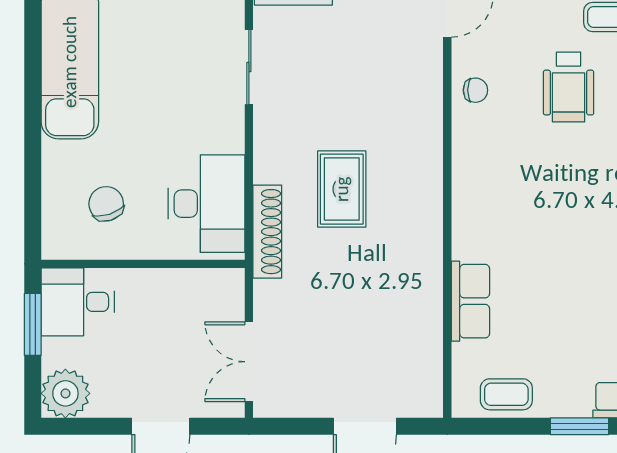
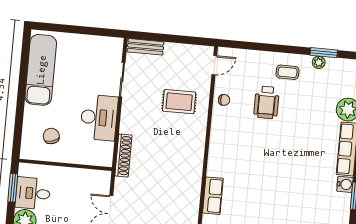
rug: (342, 189) -> (179, 102), moved, turned 90
desk: (206, 204) -> (99, 118), moved
desk: (78, 302) -> (33, 193), moved

